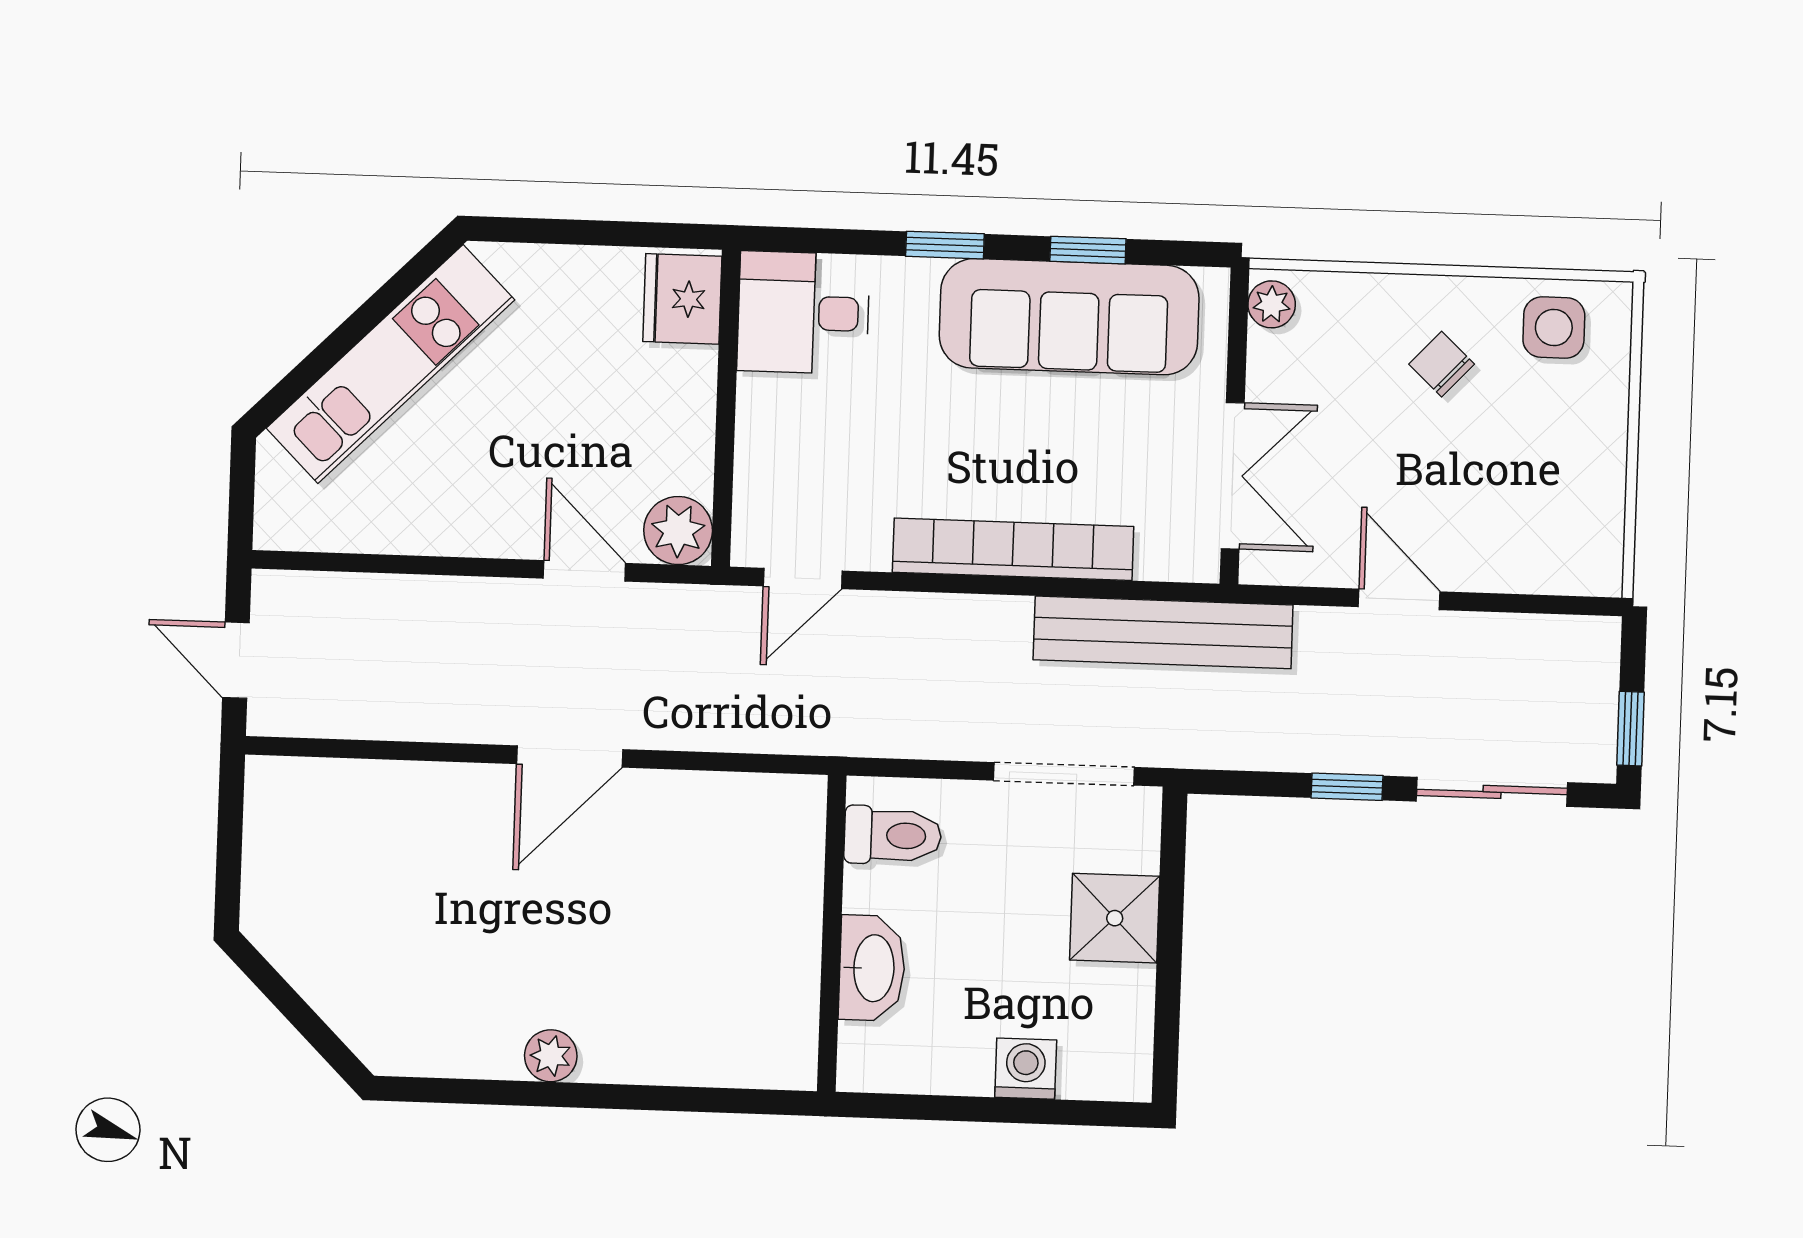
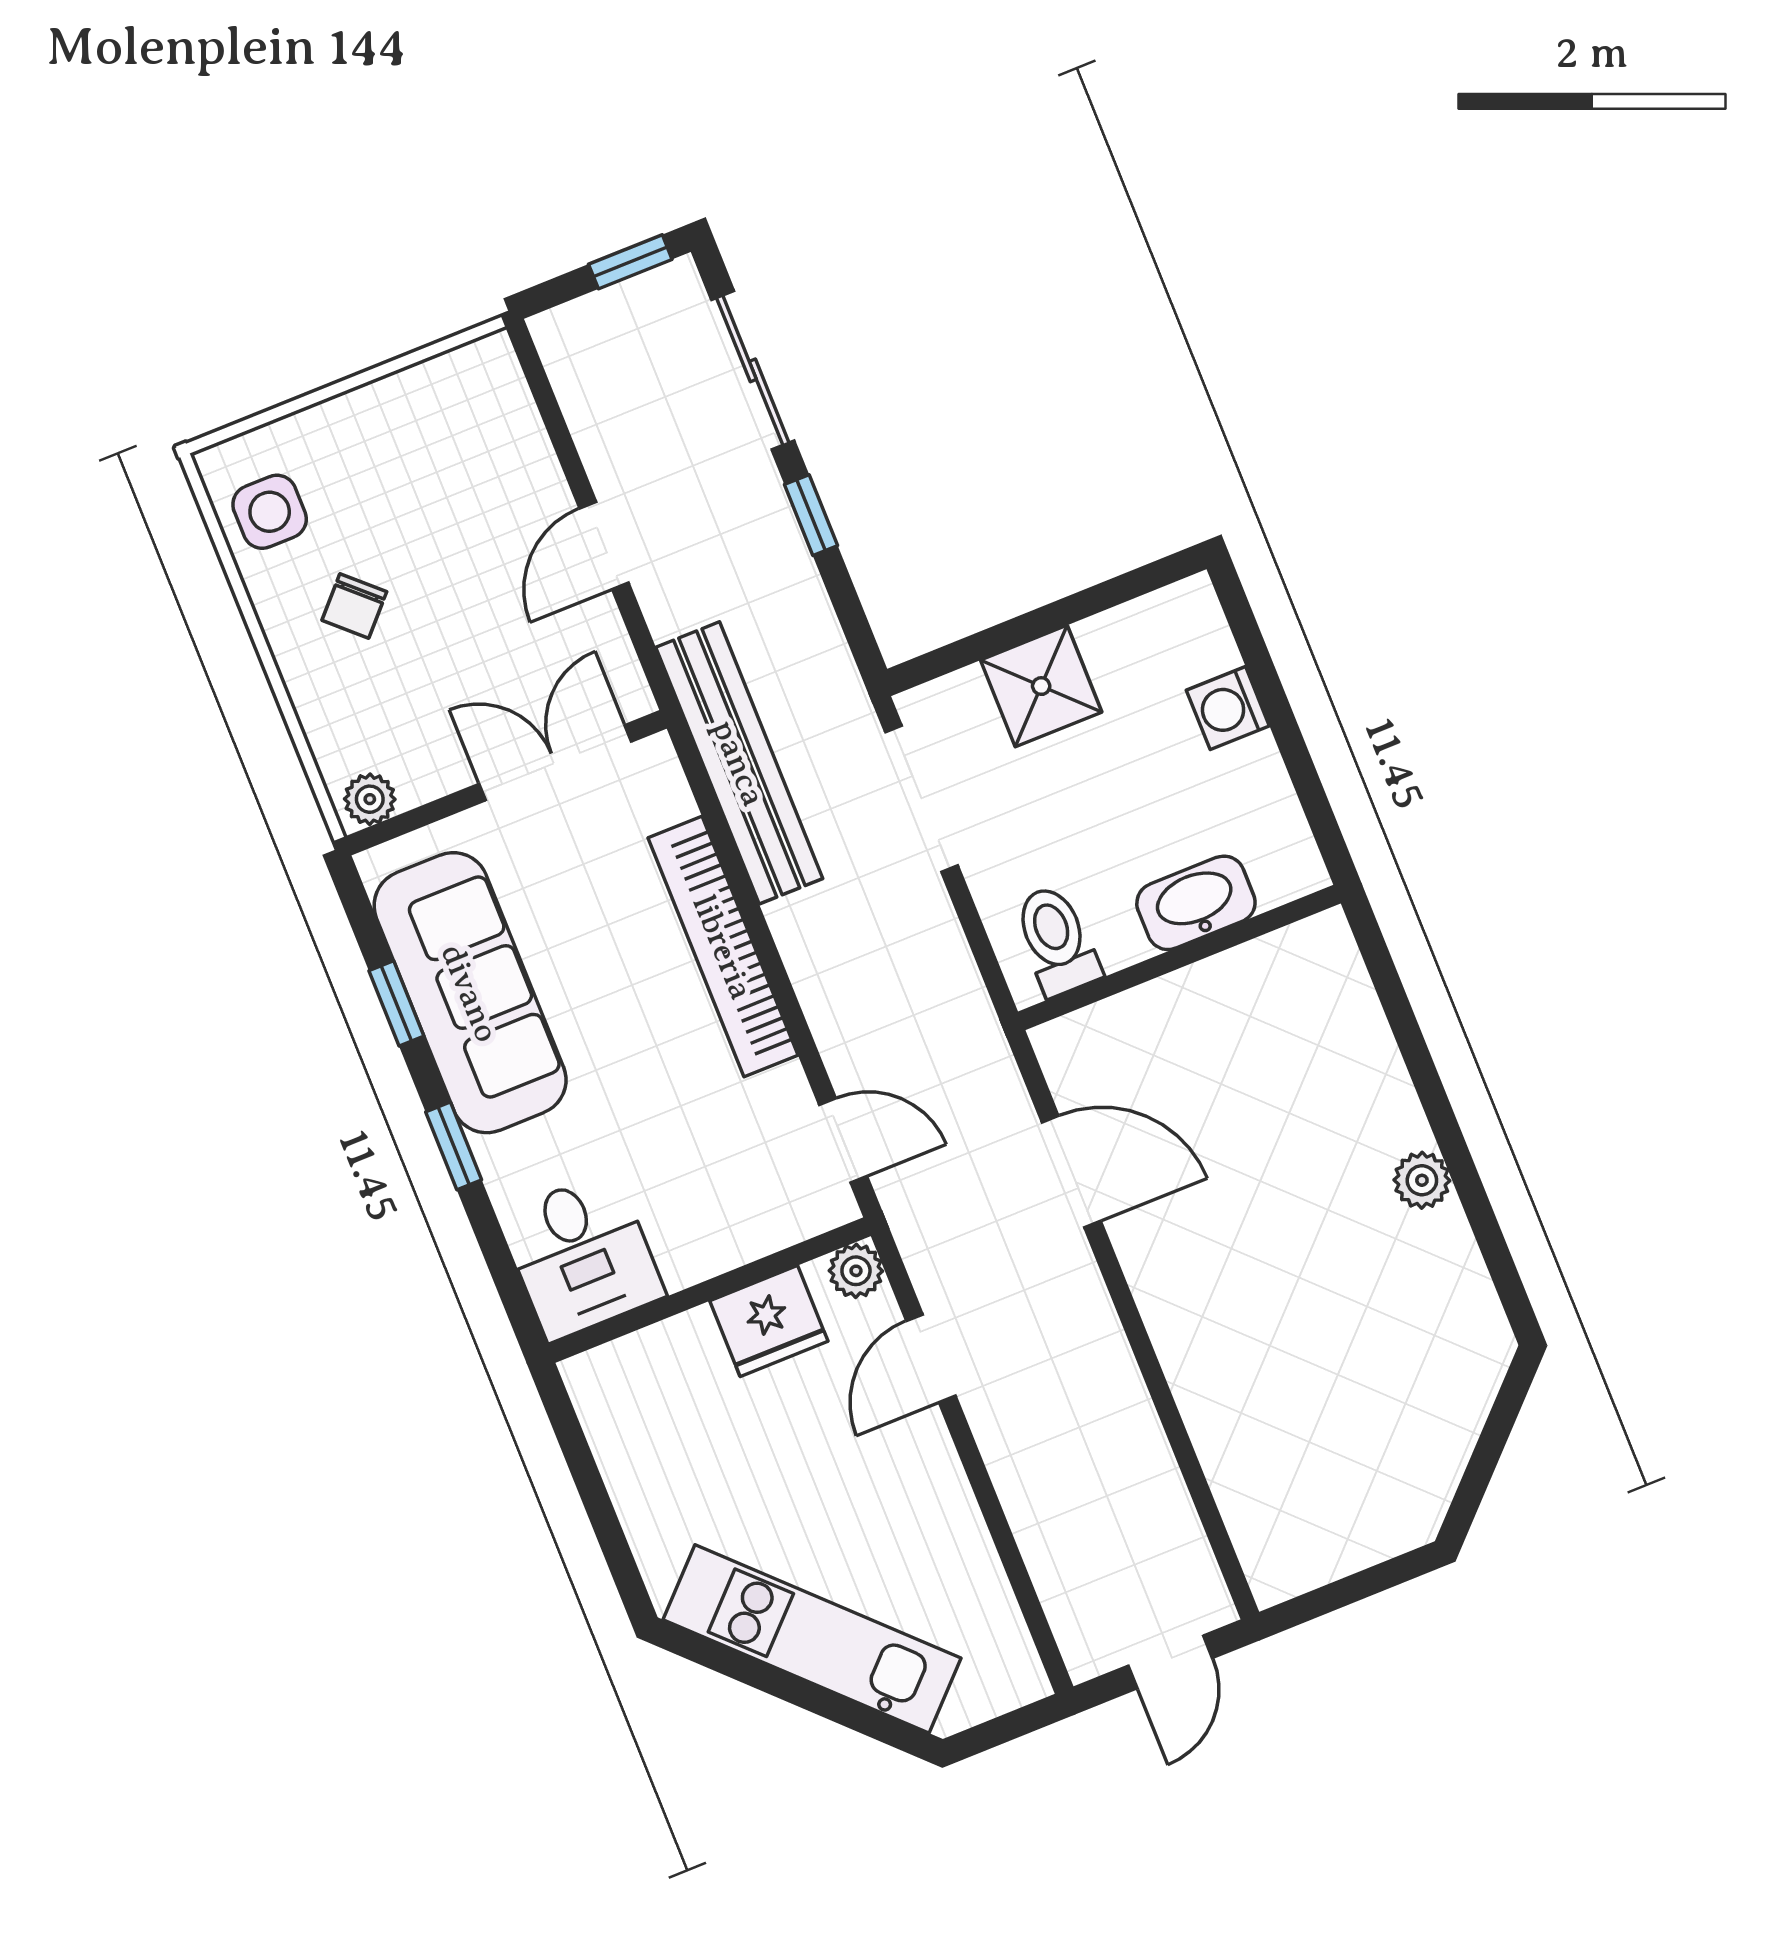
fridge: (682, 299) -> (769, 1321), moved
plant: (678, 531) -> (856, 1271), width x0.73, depth x0.73
door: (570, 757) -> (1071, 1172), moved

